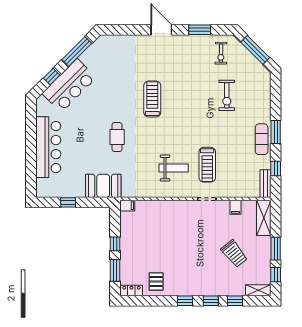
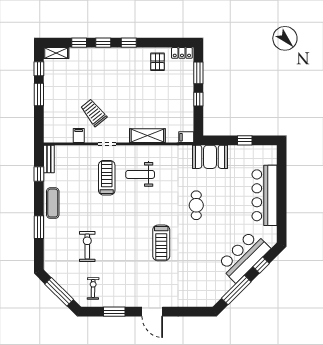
window: (276, 132) -> (39, 227), moved
shelving: (264, 218) -> (147, 136), moved, turned 90
trolley: (234, 254) -> (94, 113), moved

